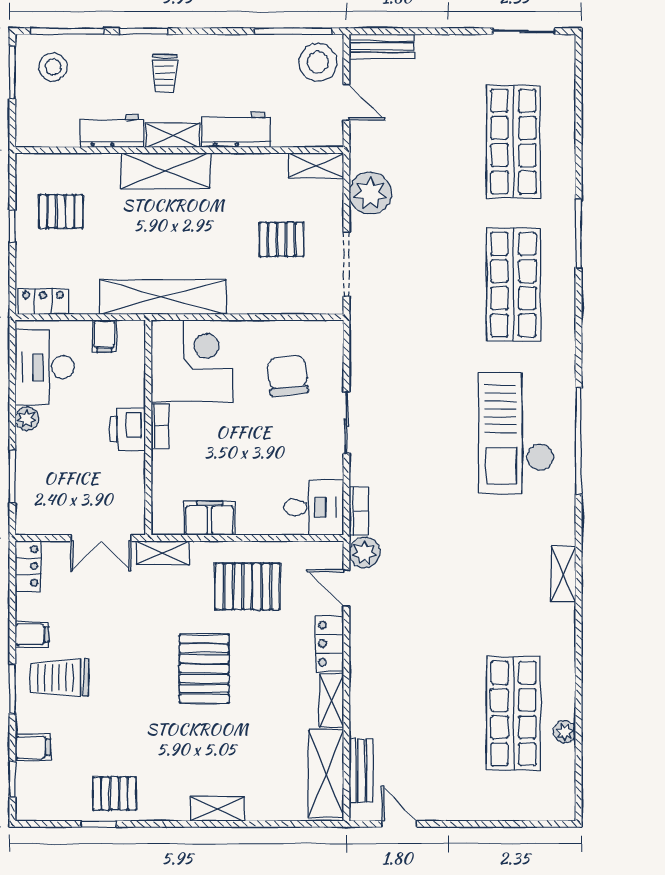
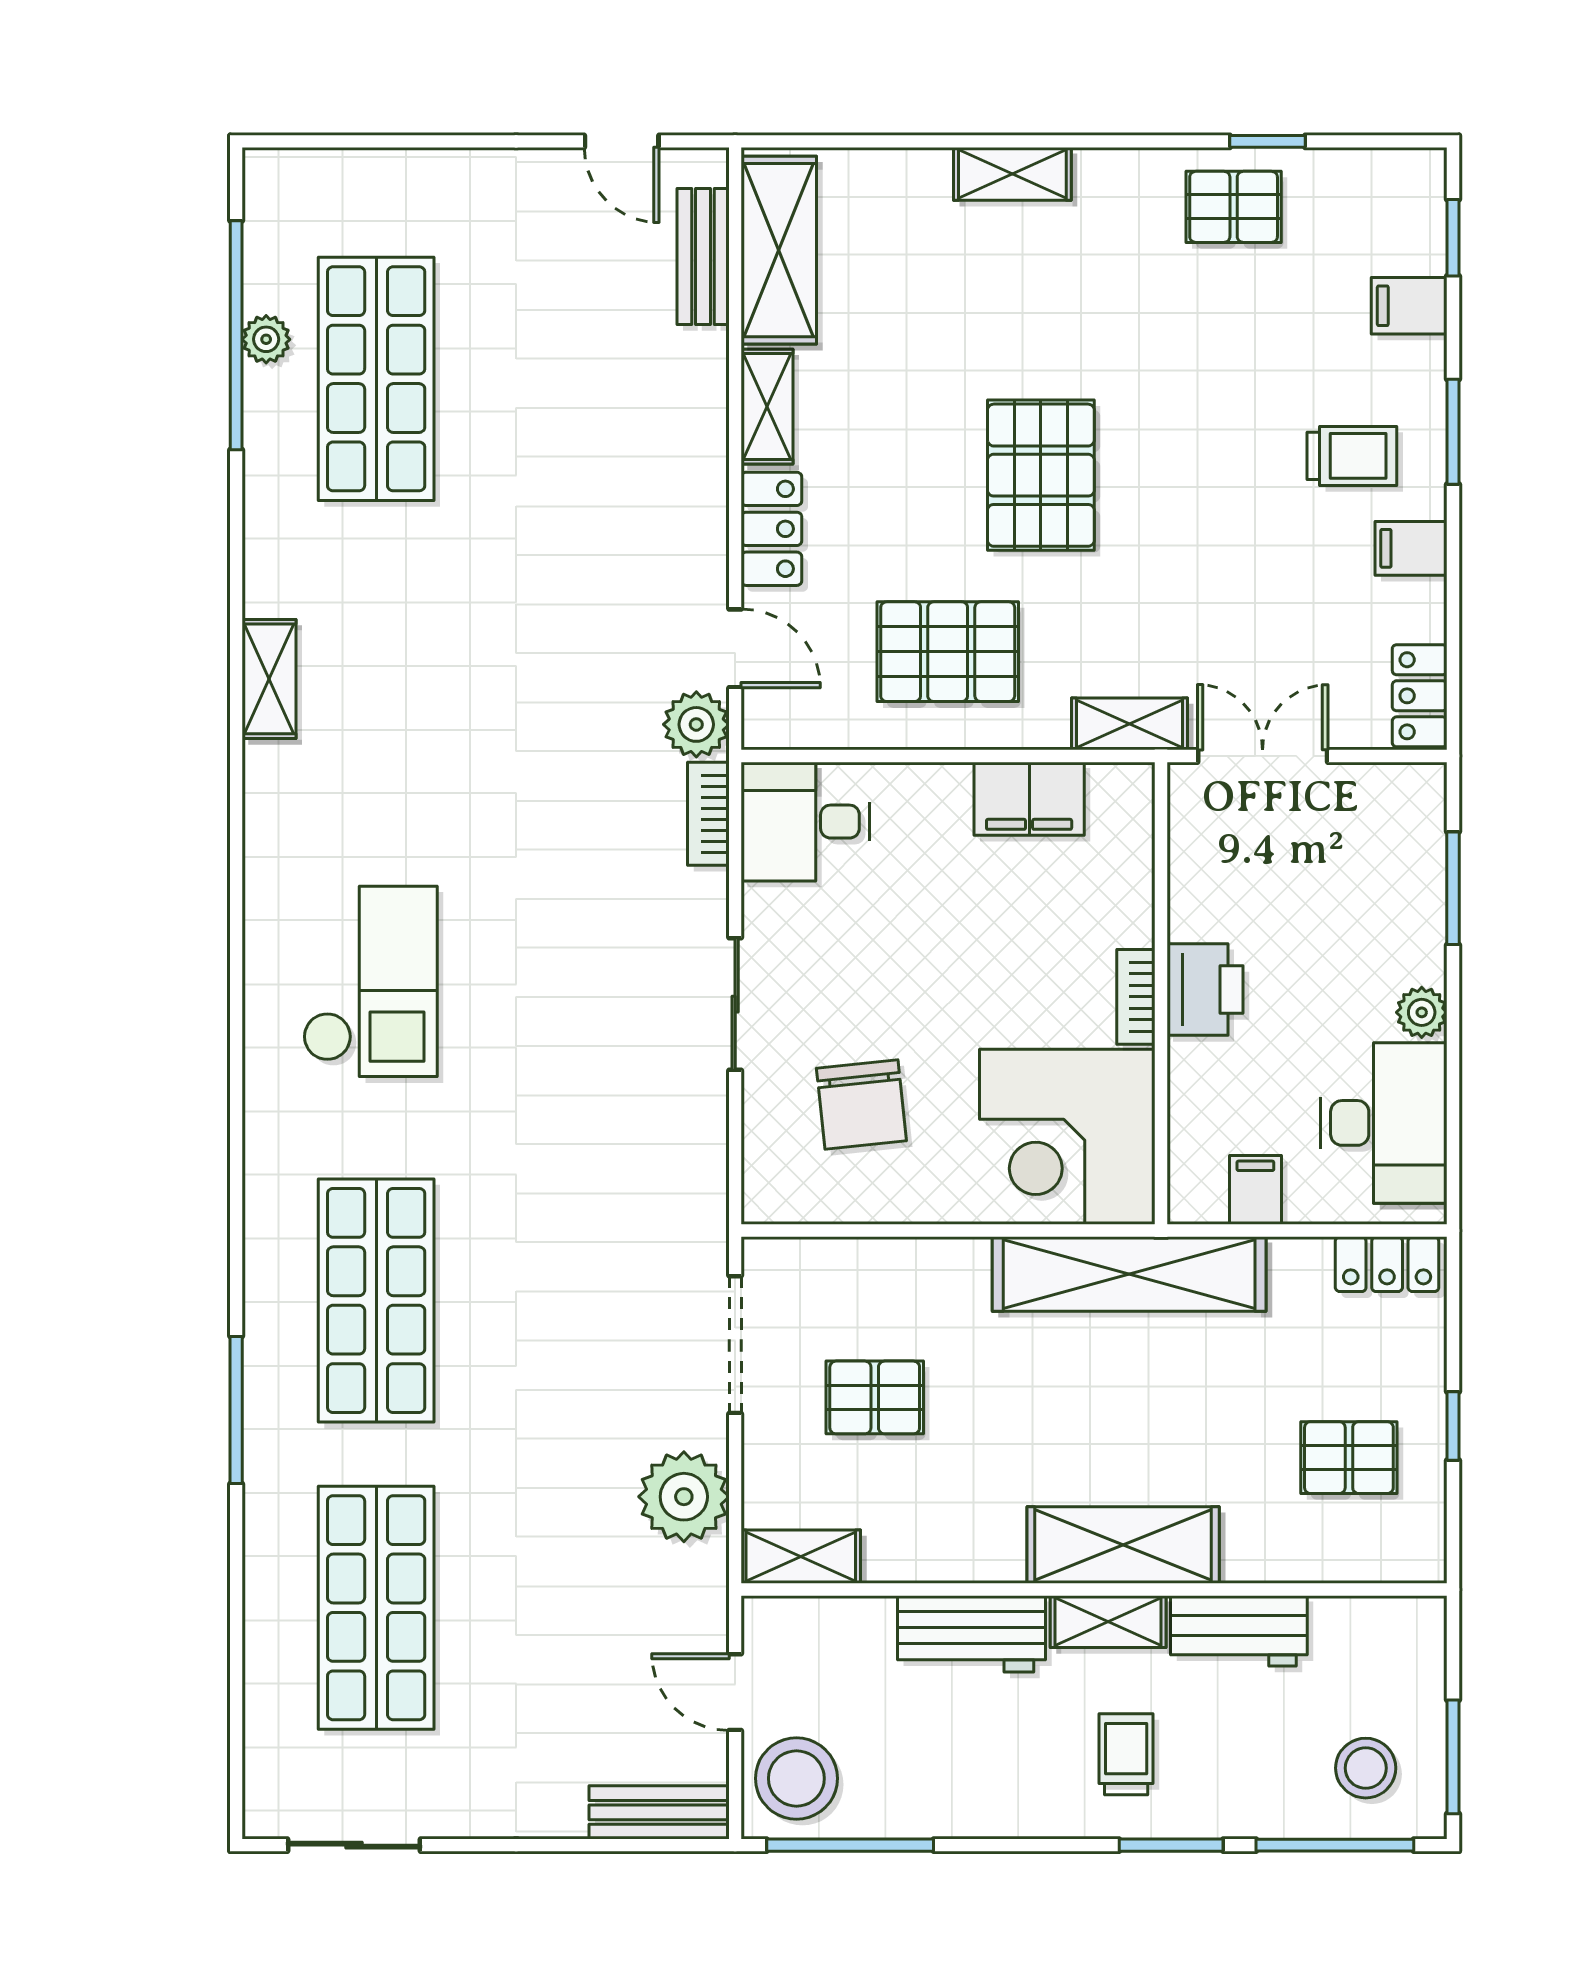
checkout: (516, 433) -> (370, 981), width x0.73, depth x0.83
window: (579, 441) -> (236, 335), moved
trolley: (59, 678) -> (1352, 456), width x0.73, depth x0.72

